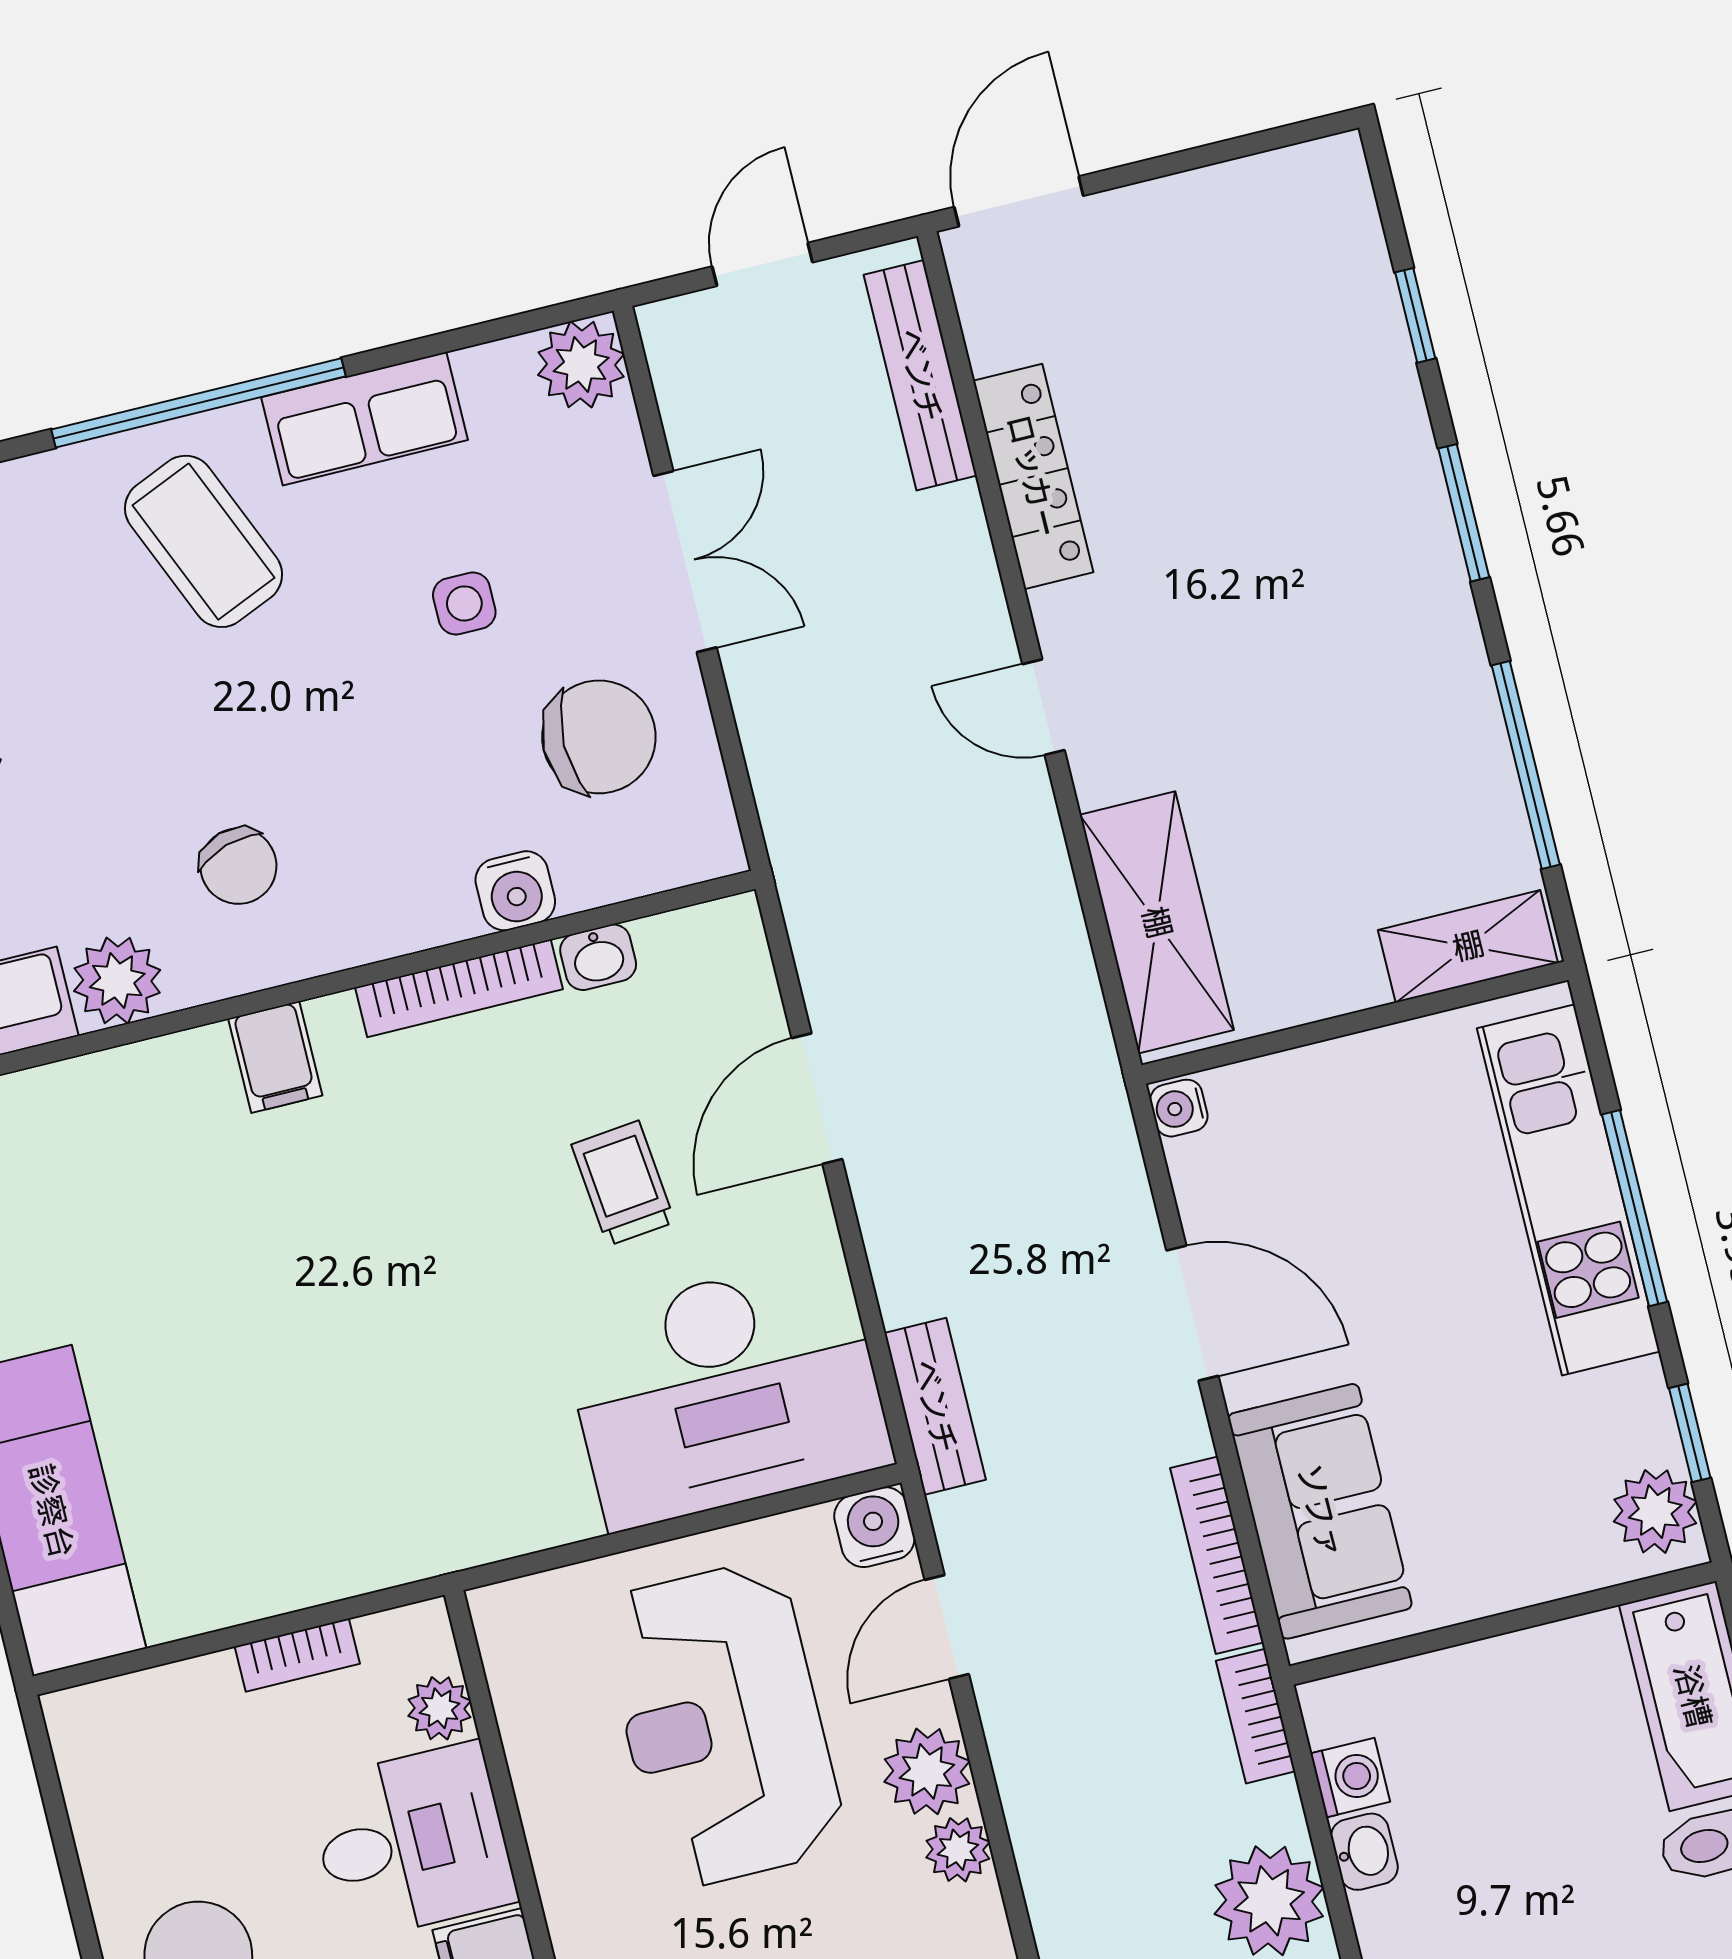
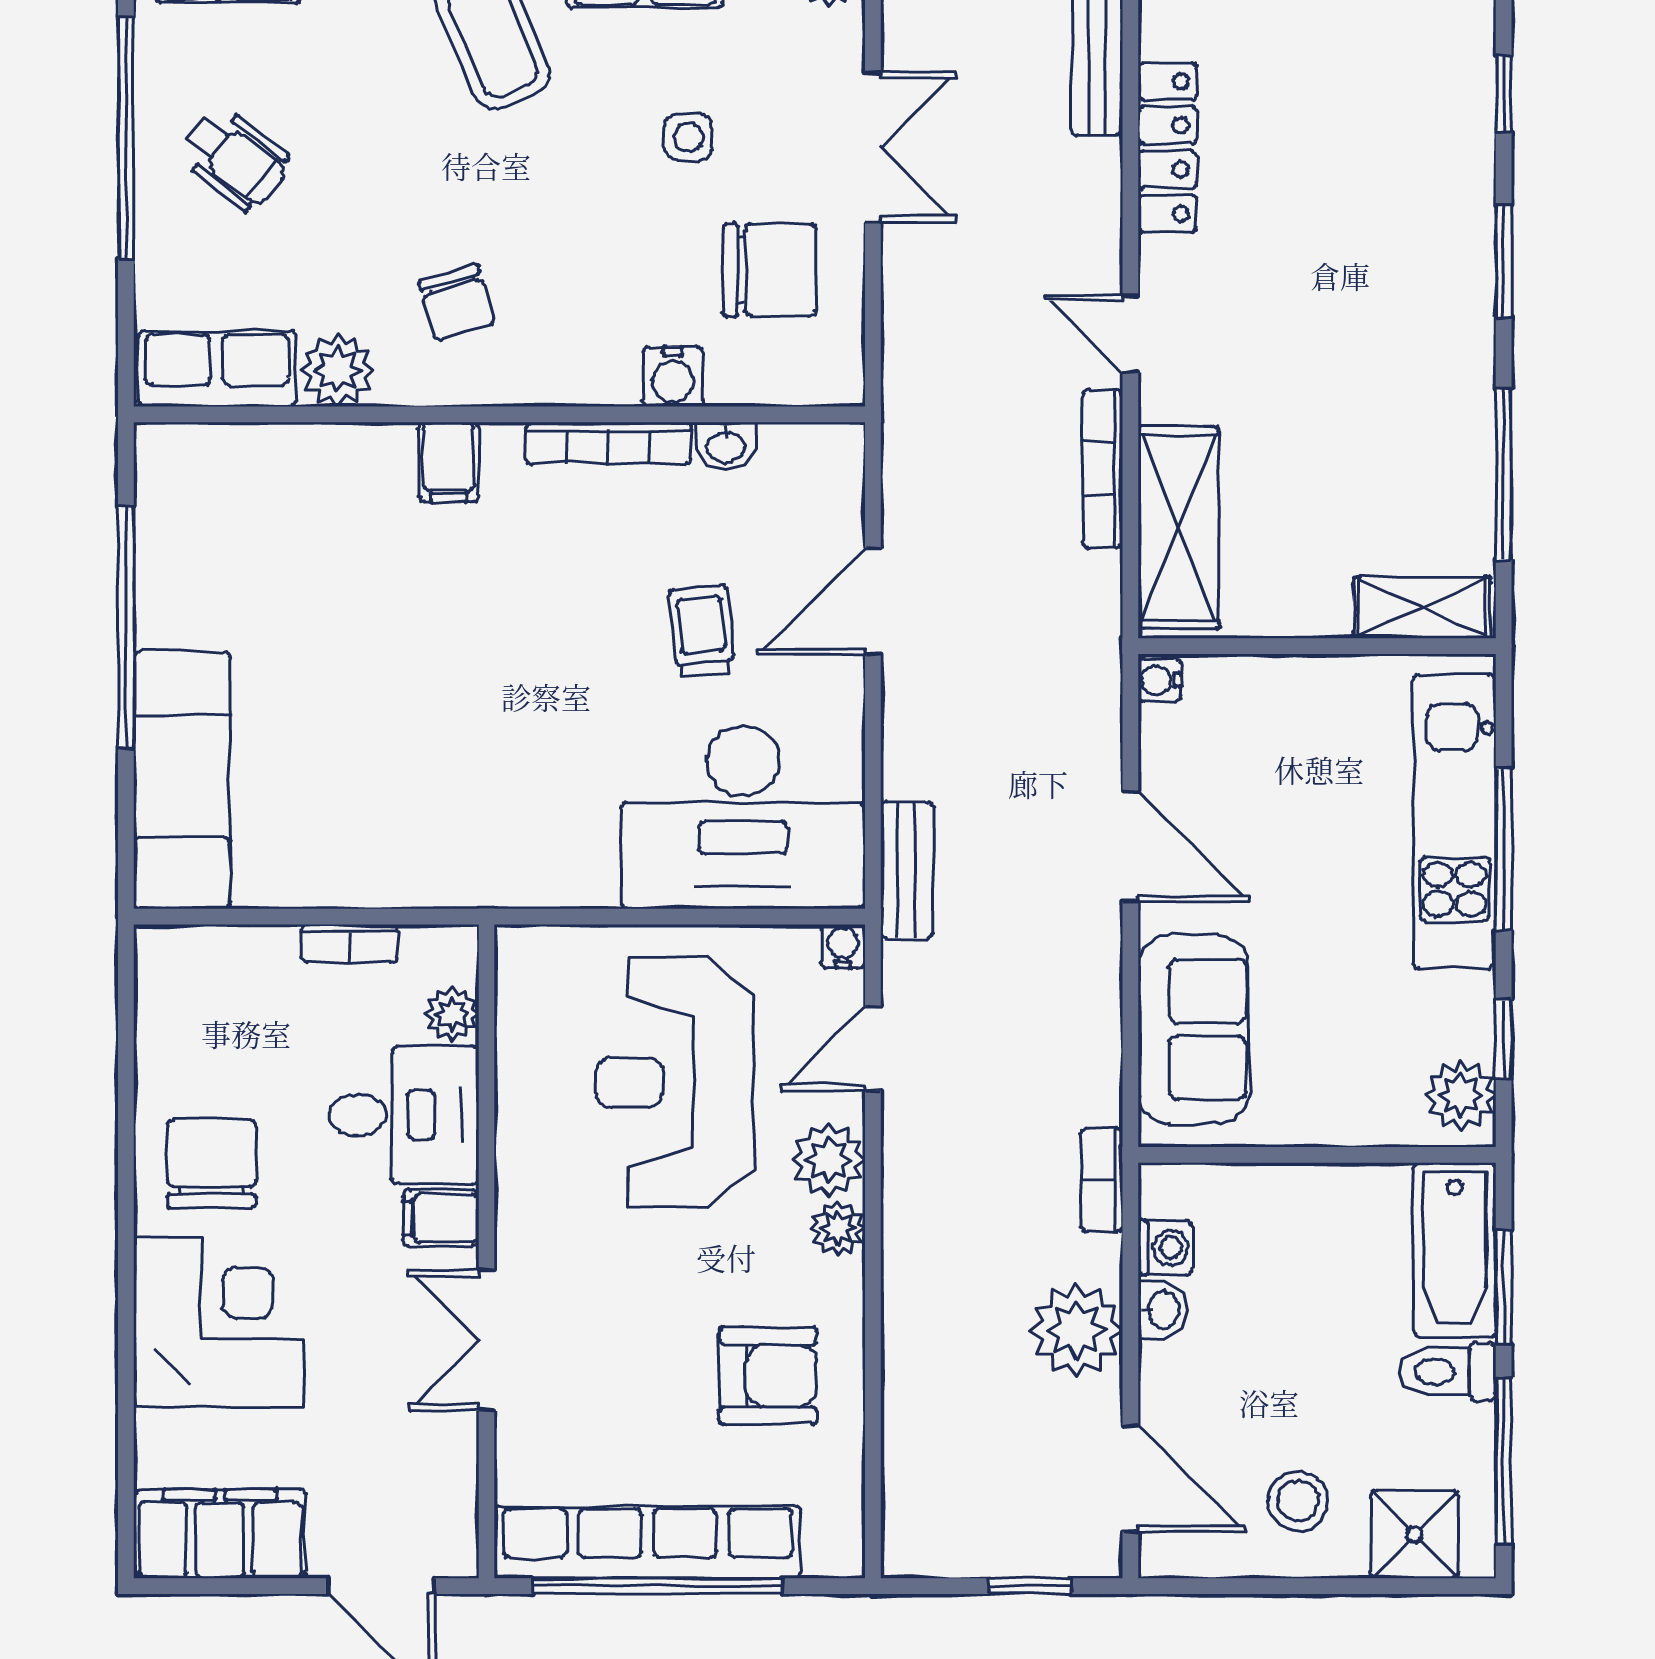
water cooler: (874, 1527) -> (843, 946), width x0.72, depth x0.72
bookcase: (1217, 1555) -> (1102, 469), moved

